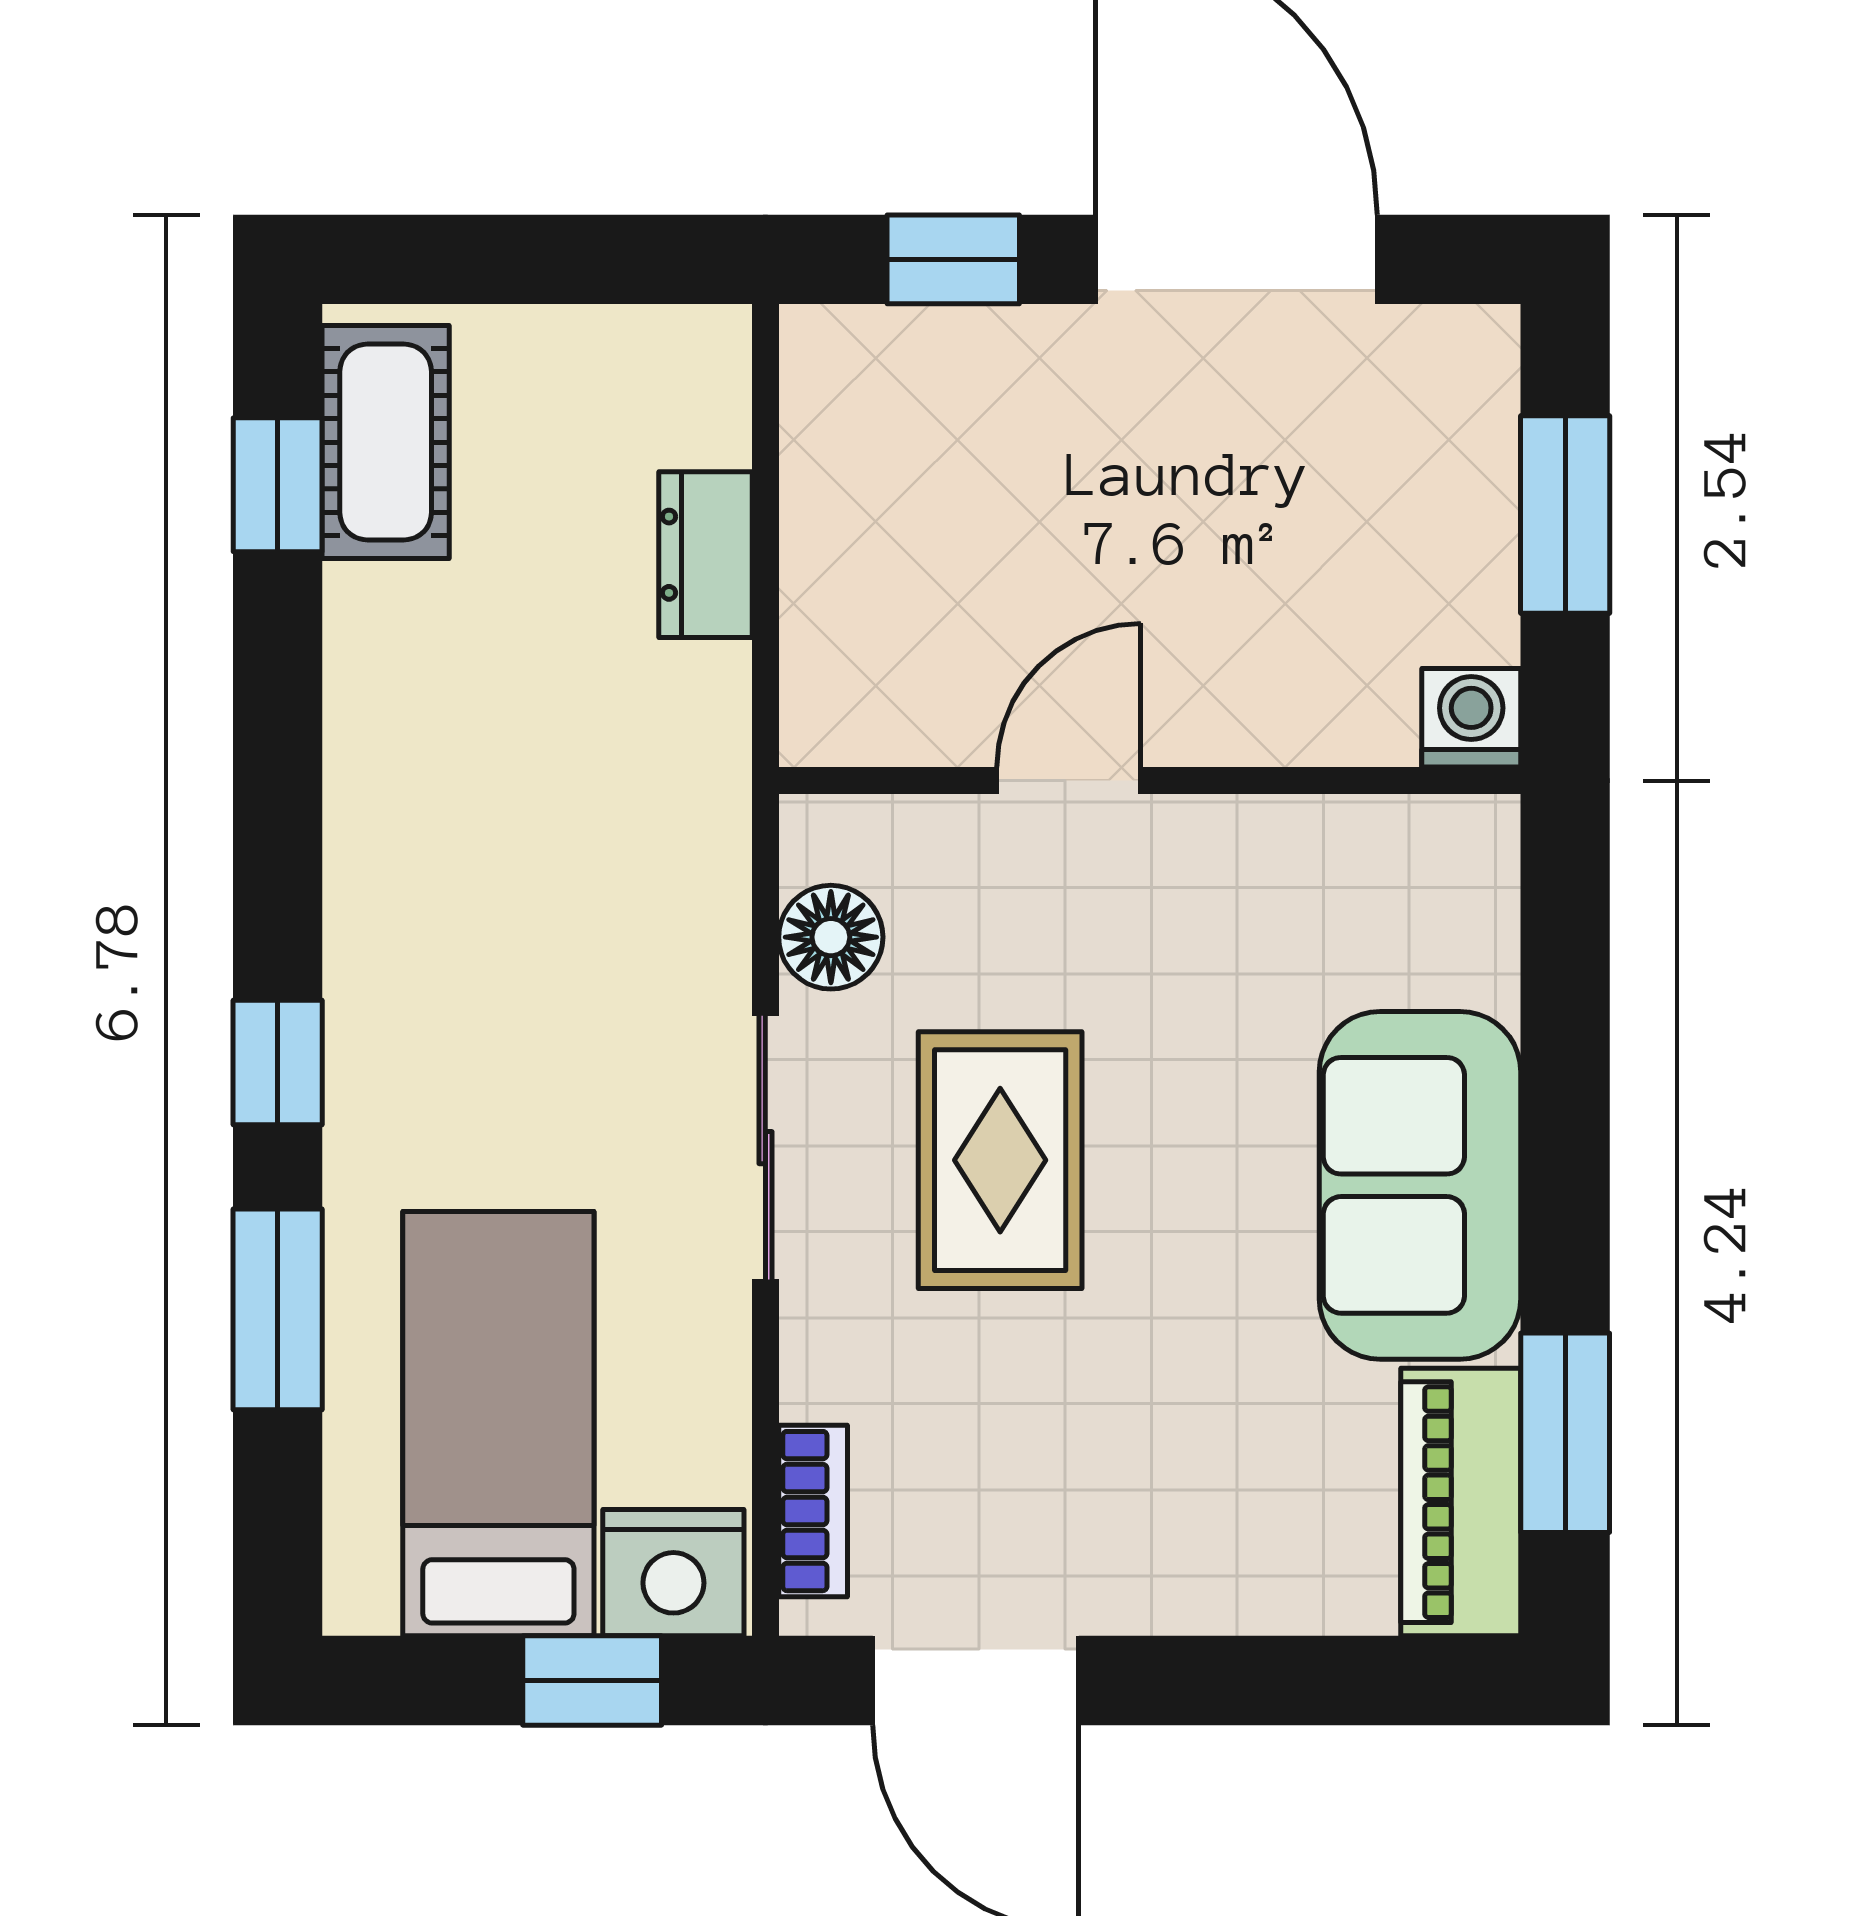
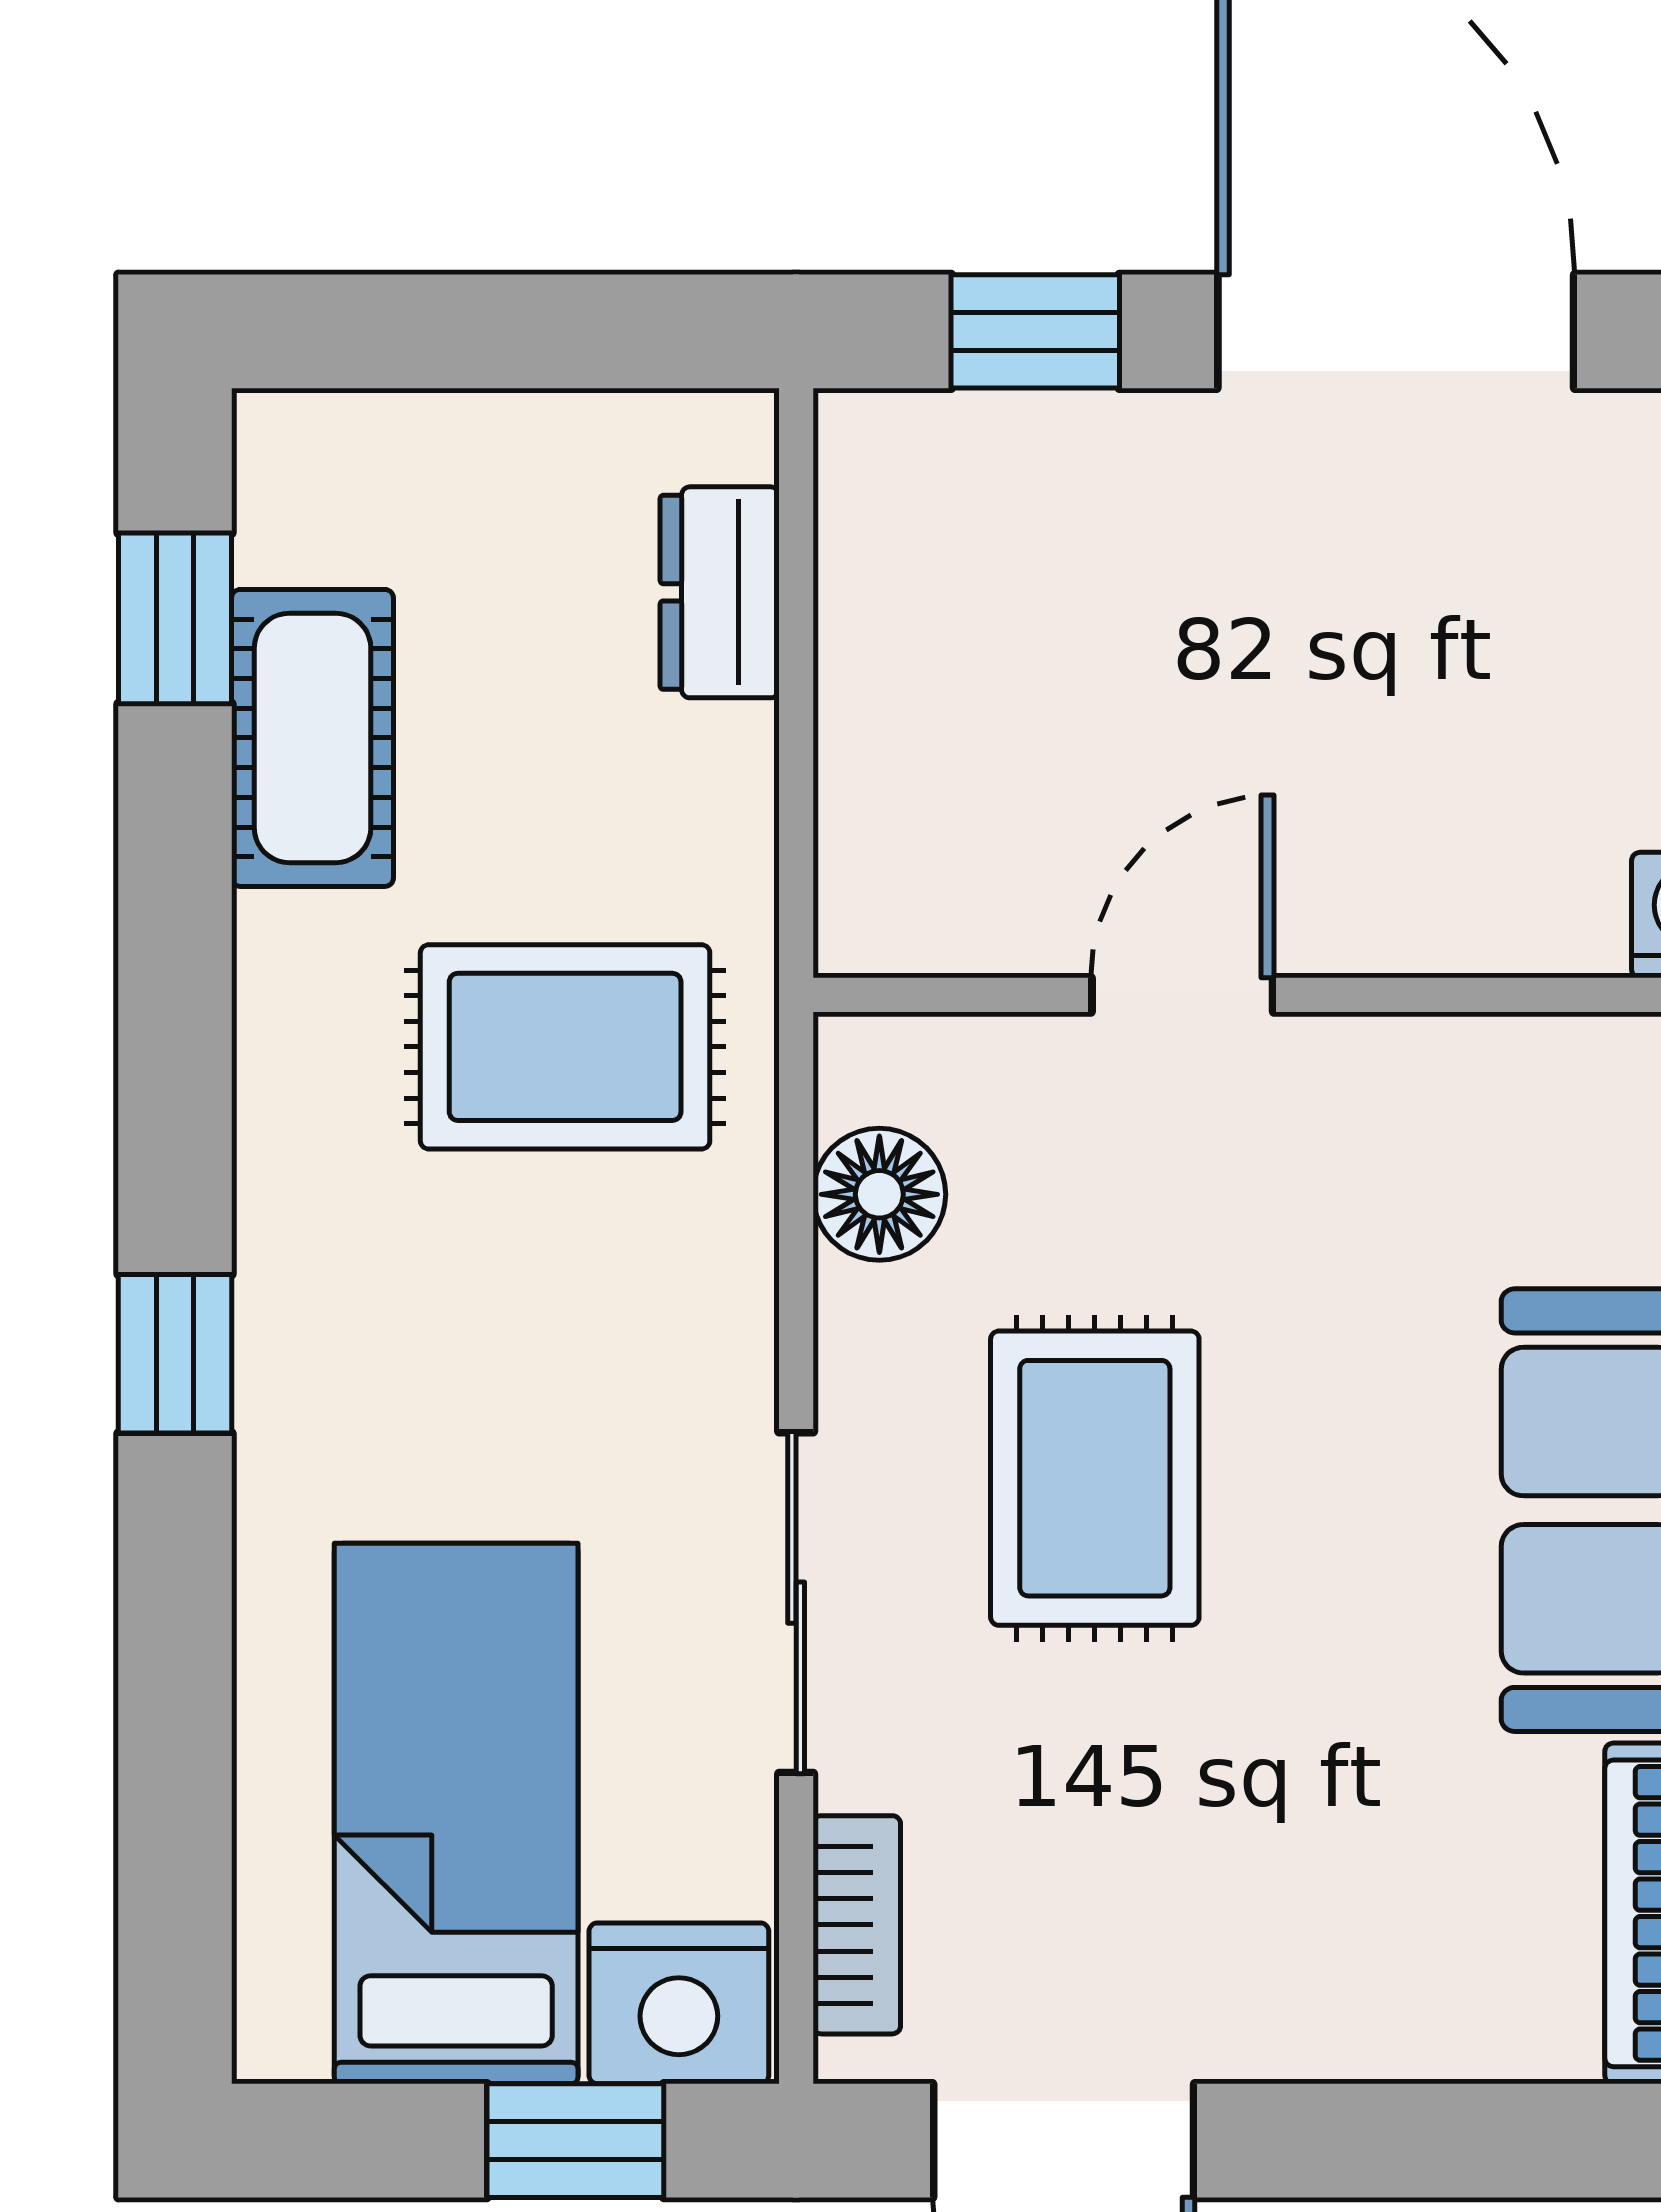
cot: (386, 442) -> (313, 738), moved
dresser: (705, 555) -> (720, 592), moved
rug: (584, 821) -> (565, 1047), added
sliding door: (765, 1148) -> (796, 1603), moved
window: (278, 1309) -> (175, 1668), removed

